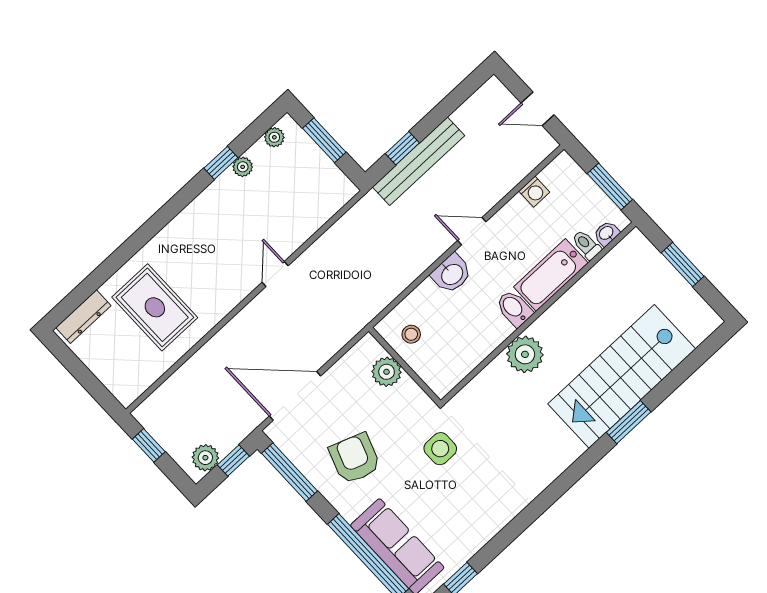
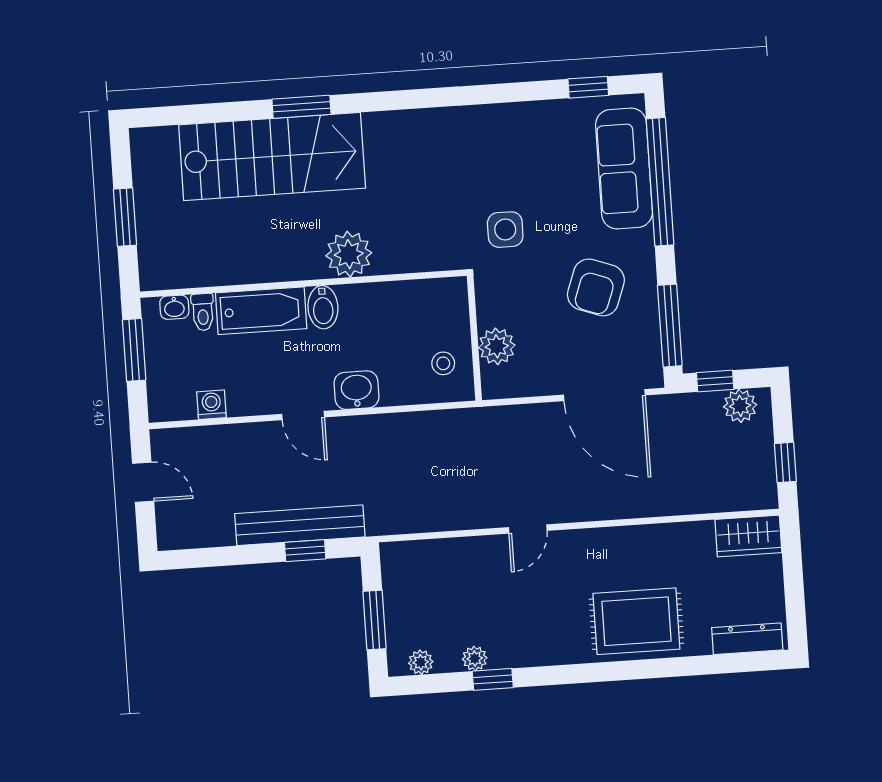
rug: (155, 307) -> (636, 621), moved, turned 90
wardrobe: (135, 381) -> (748, 536), added

